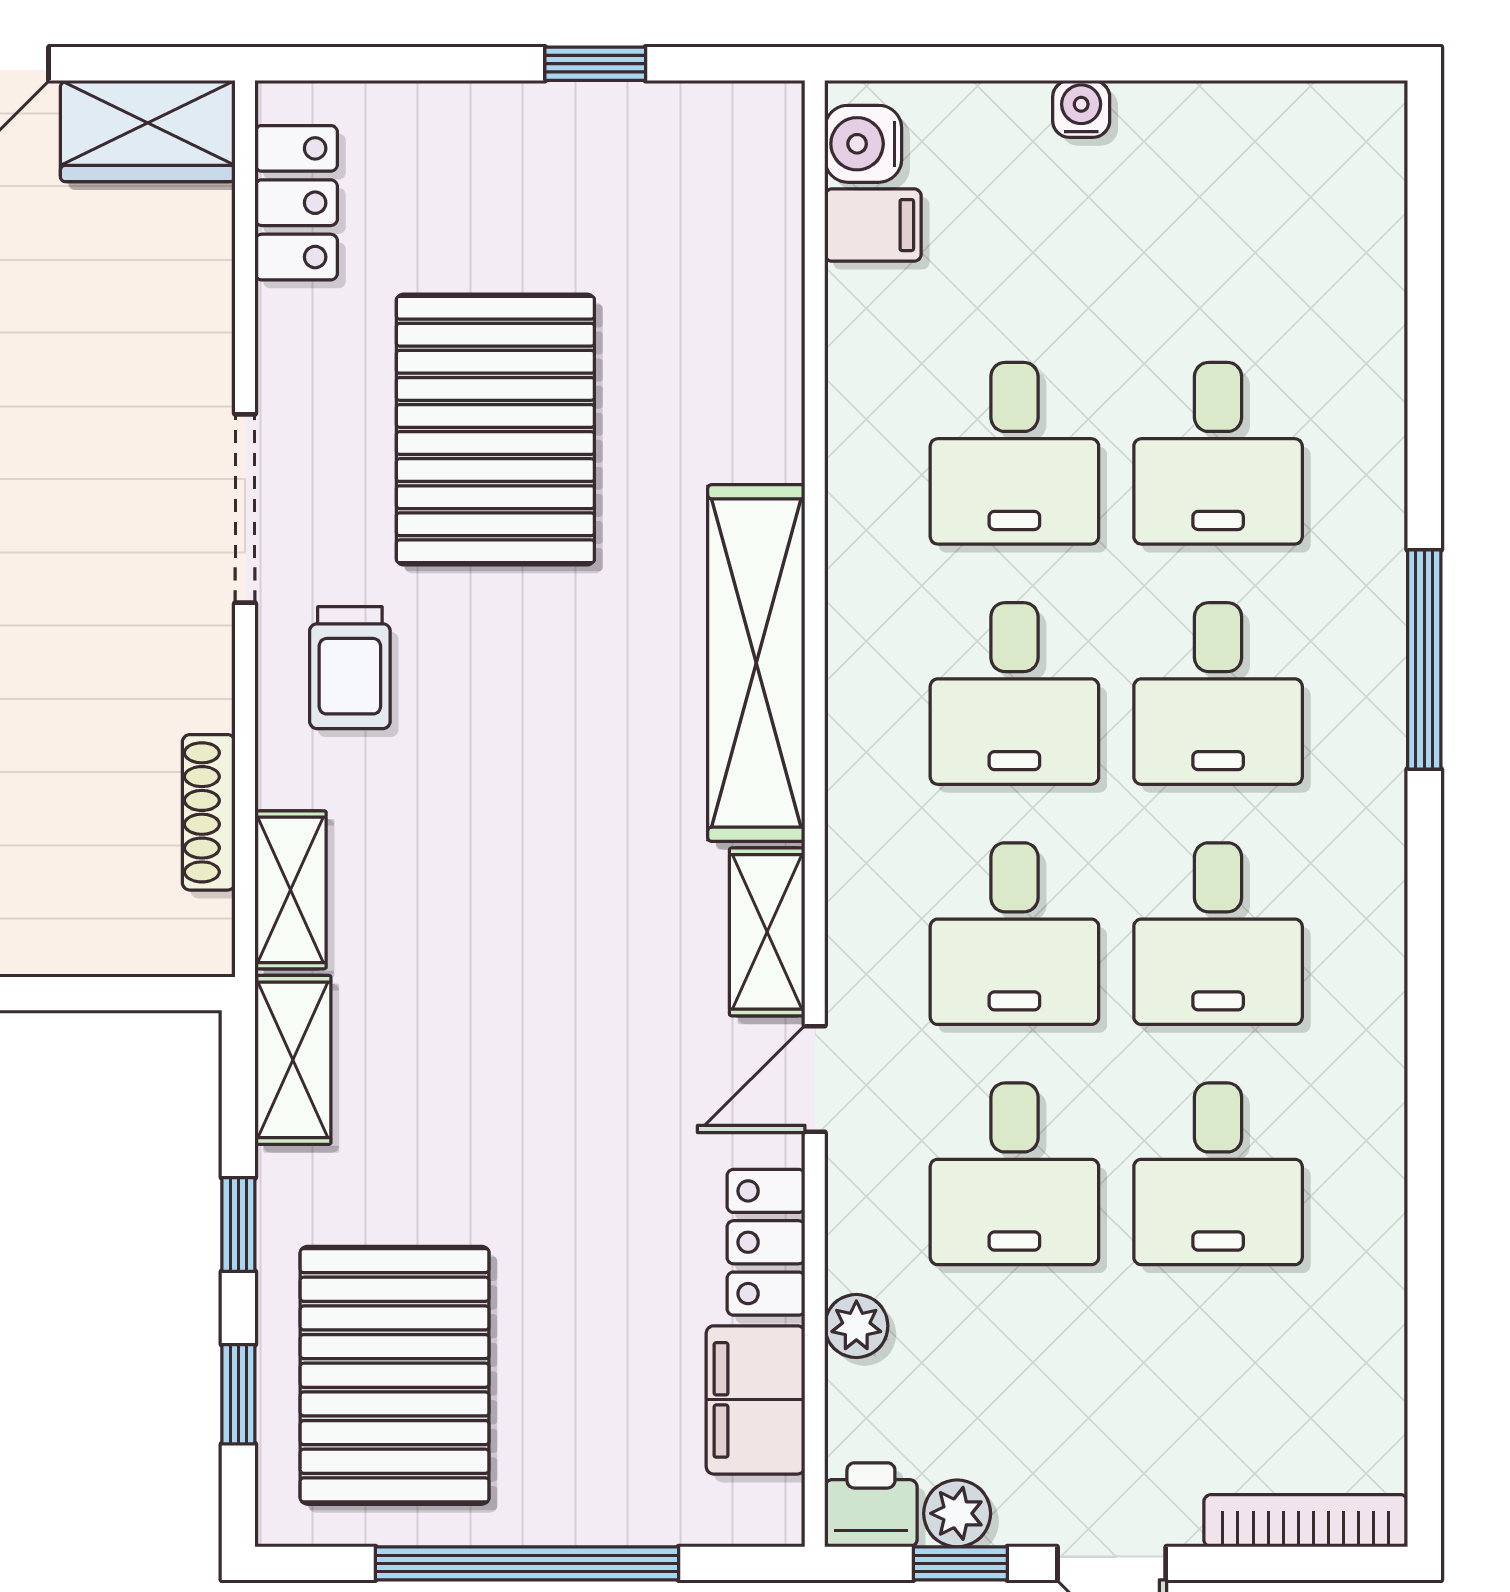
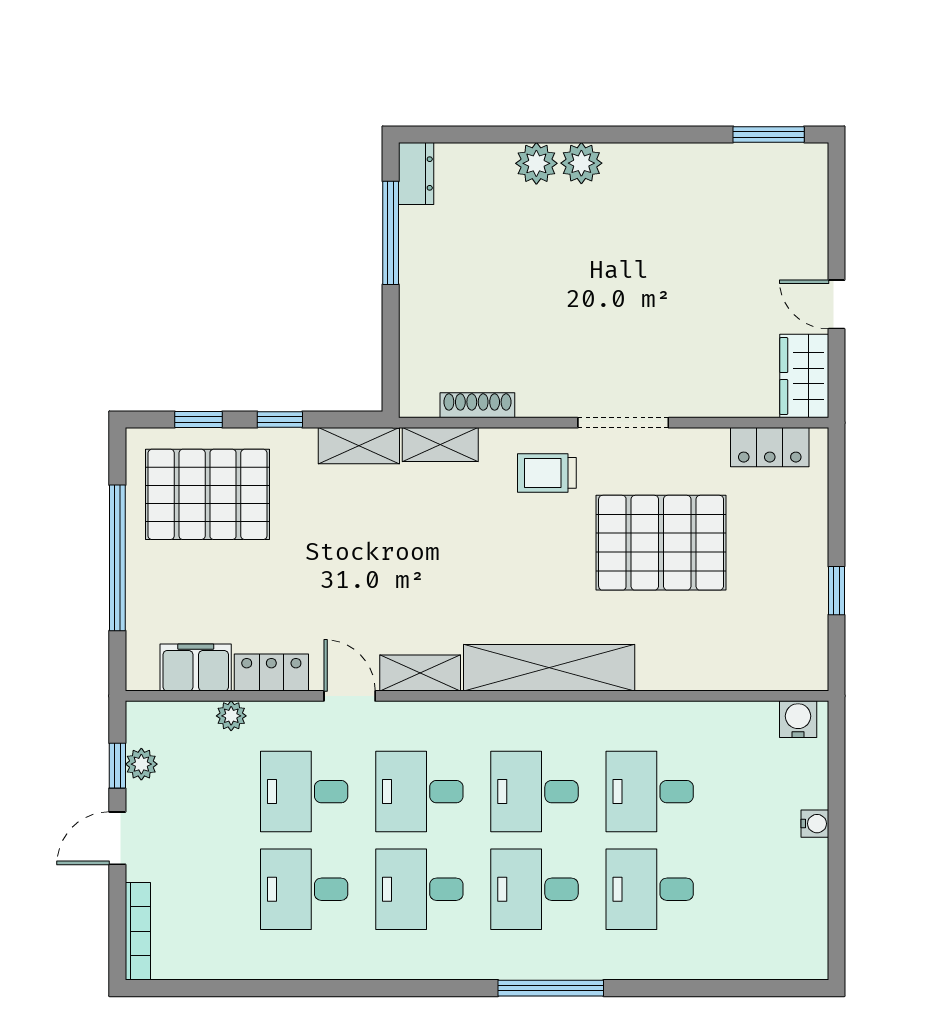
filing cabinet: (873, 225) -> (759, 724), removed
printer: (871, 1505) -> (145, 723), removed

